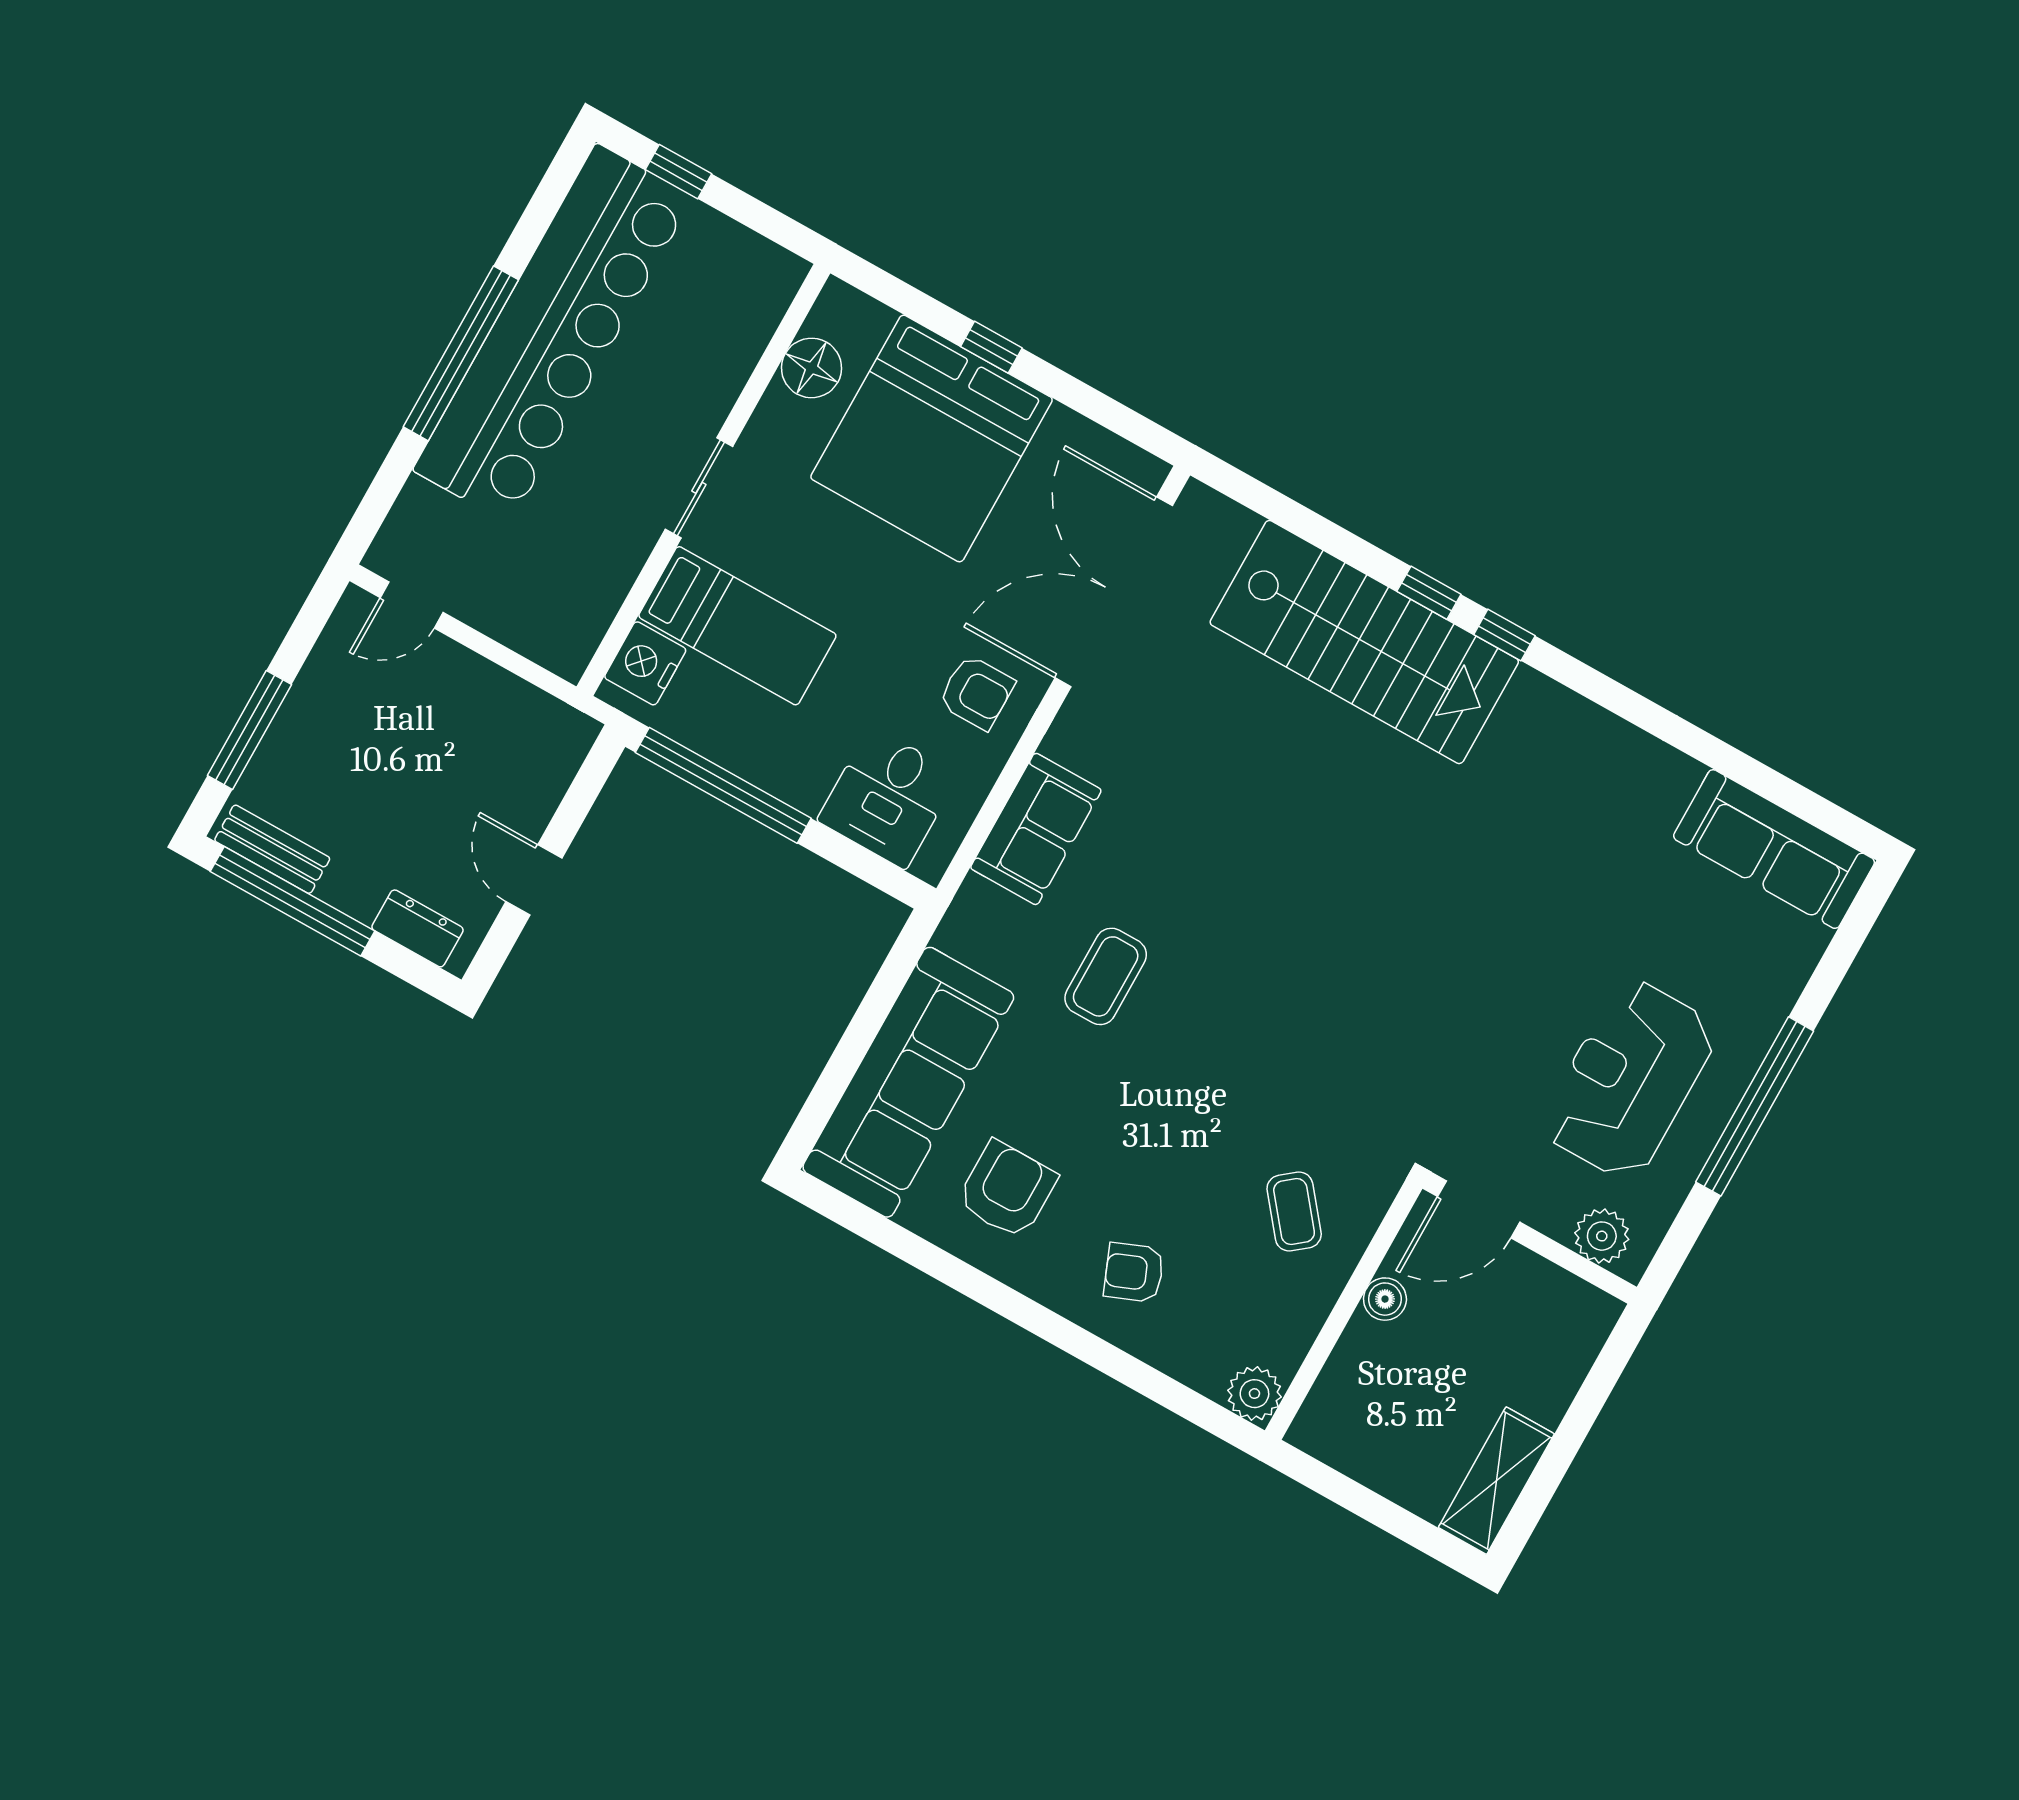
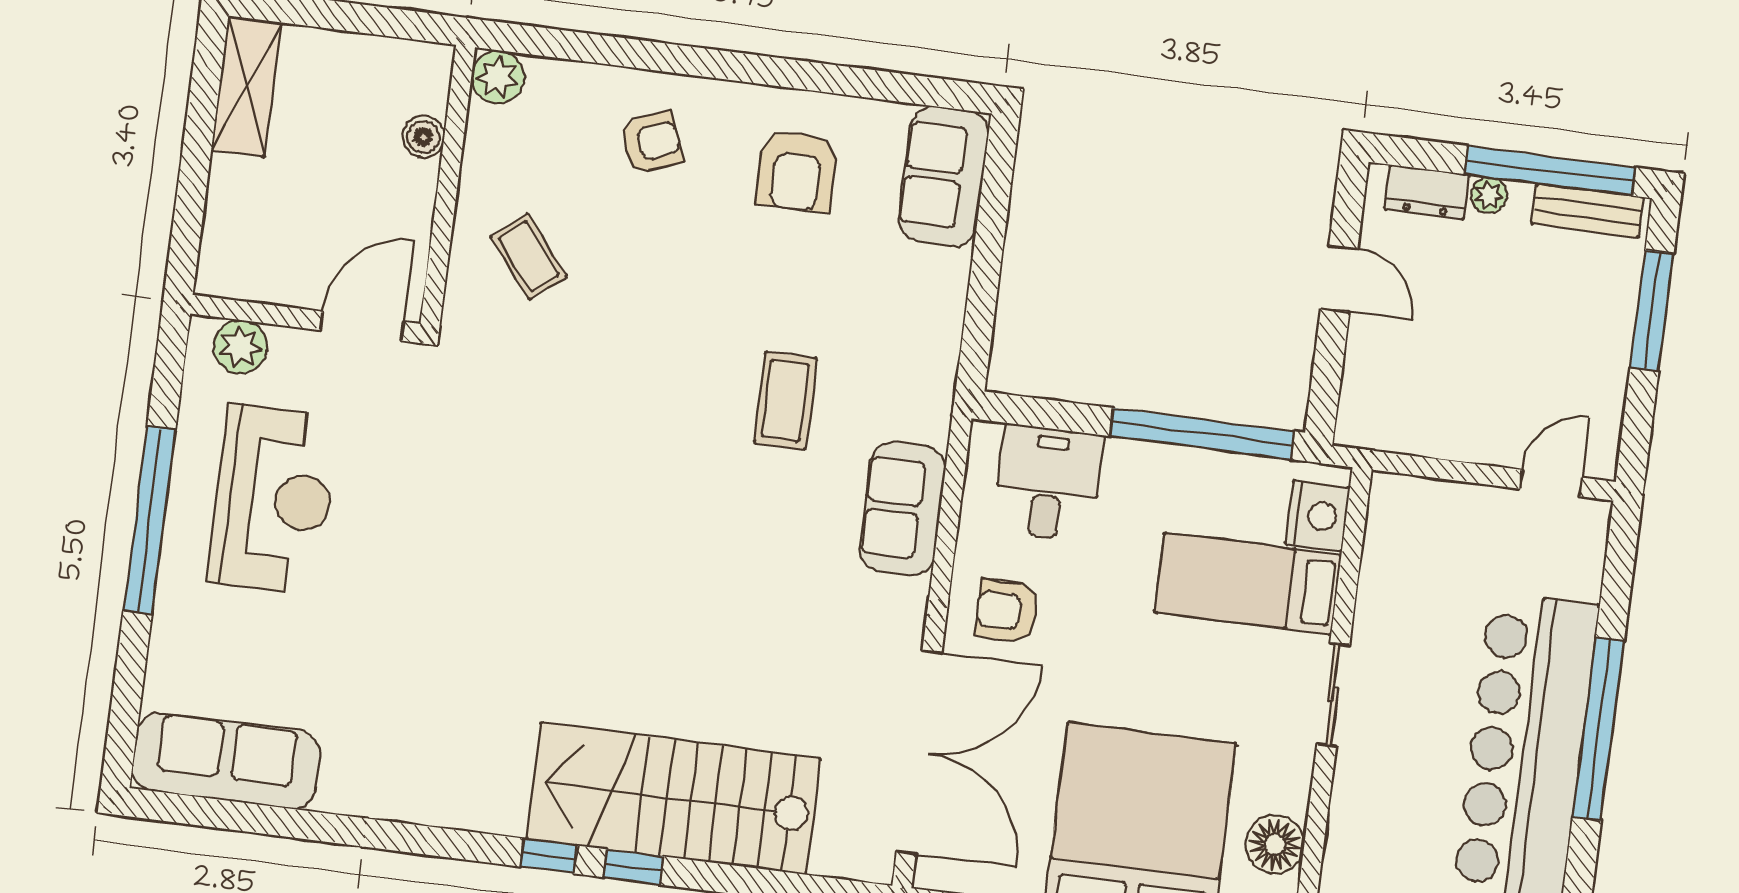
plant: (360, 902) -> (1489, 195), added
sofa: (908, 1082) -> (944, 176), width x0.54, depth x0.79
boiler: (1385, 1299) -> (423, 137), moved

